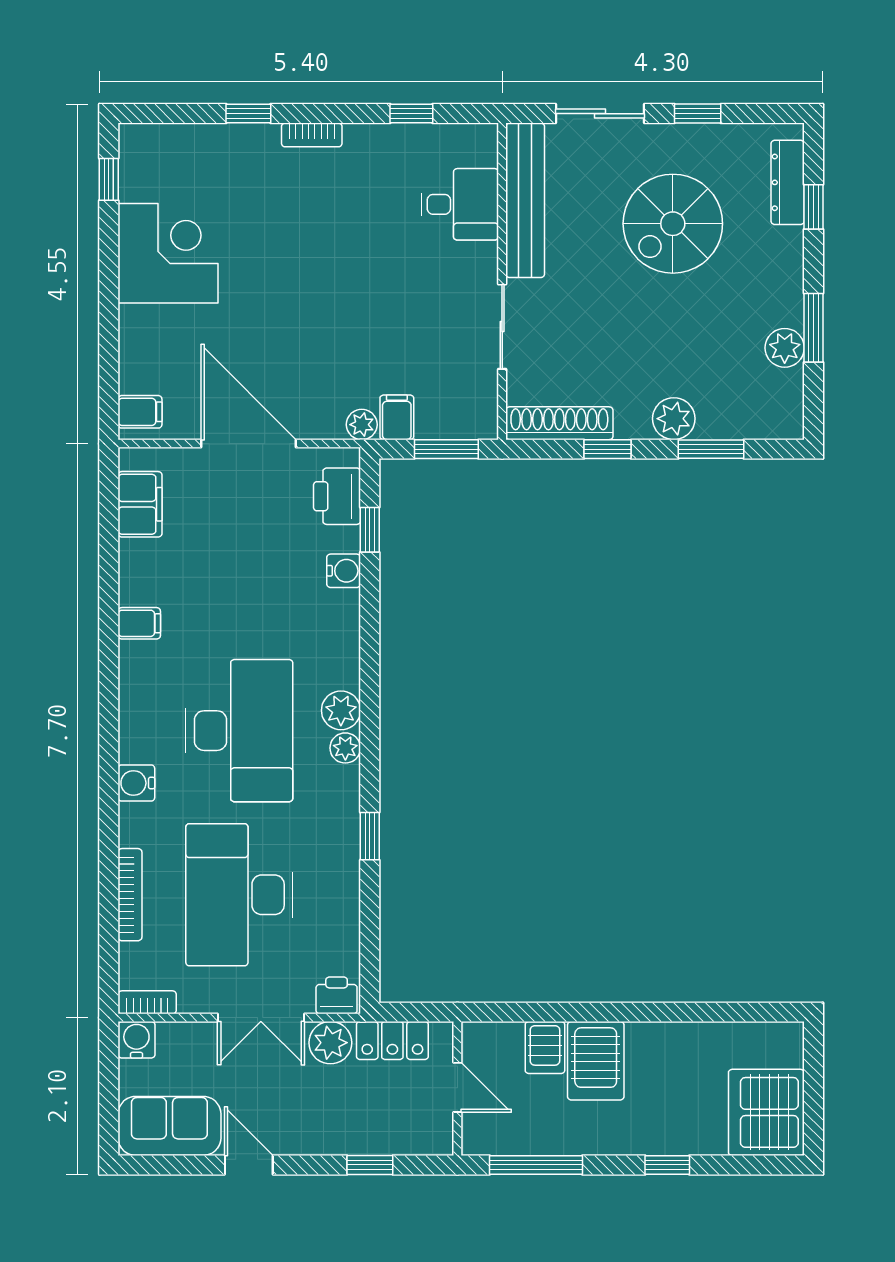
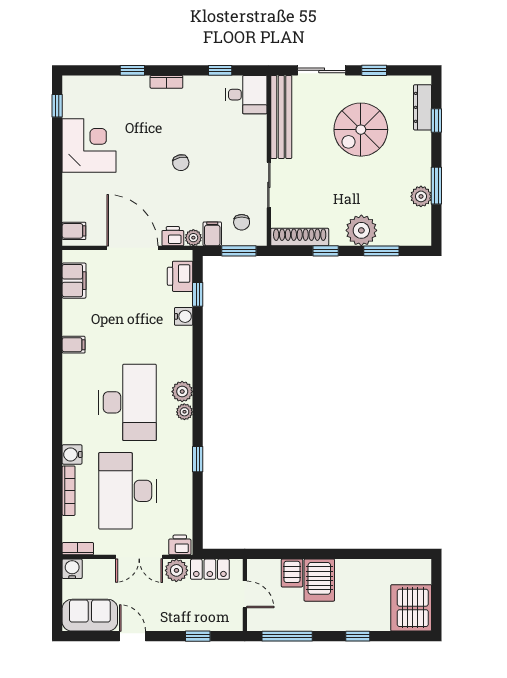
desk: (460, 204) -> (246, 95), moved
chair: (338, 285) -> (181, 163), added
chair: (451, 396) -> (242, 222), added
plant: (674, 419) -> (361, 230), width x1.36, depth x1.36
printer: (324, 422) -> (173, 236), added
water cooler: (136, 783) -> (72, 454), moved

